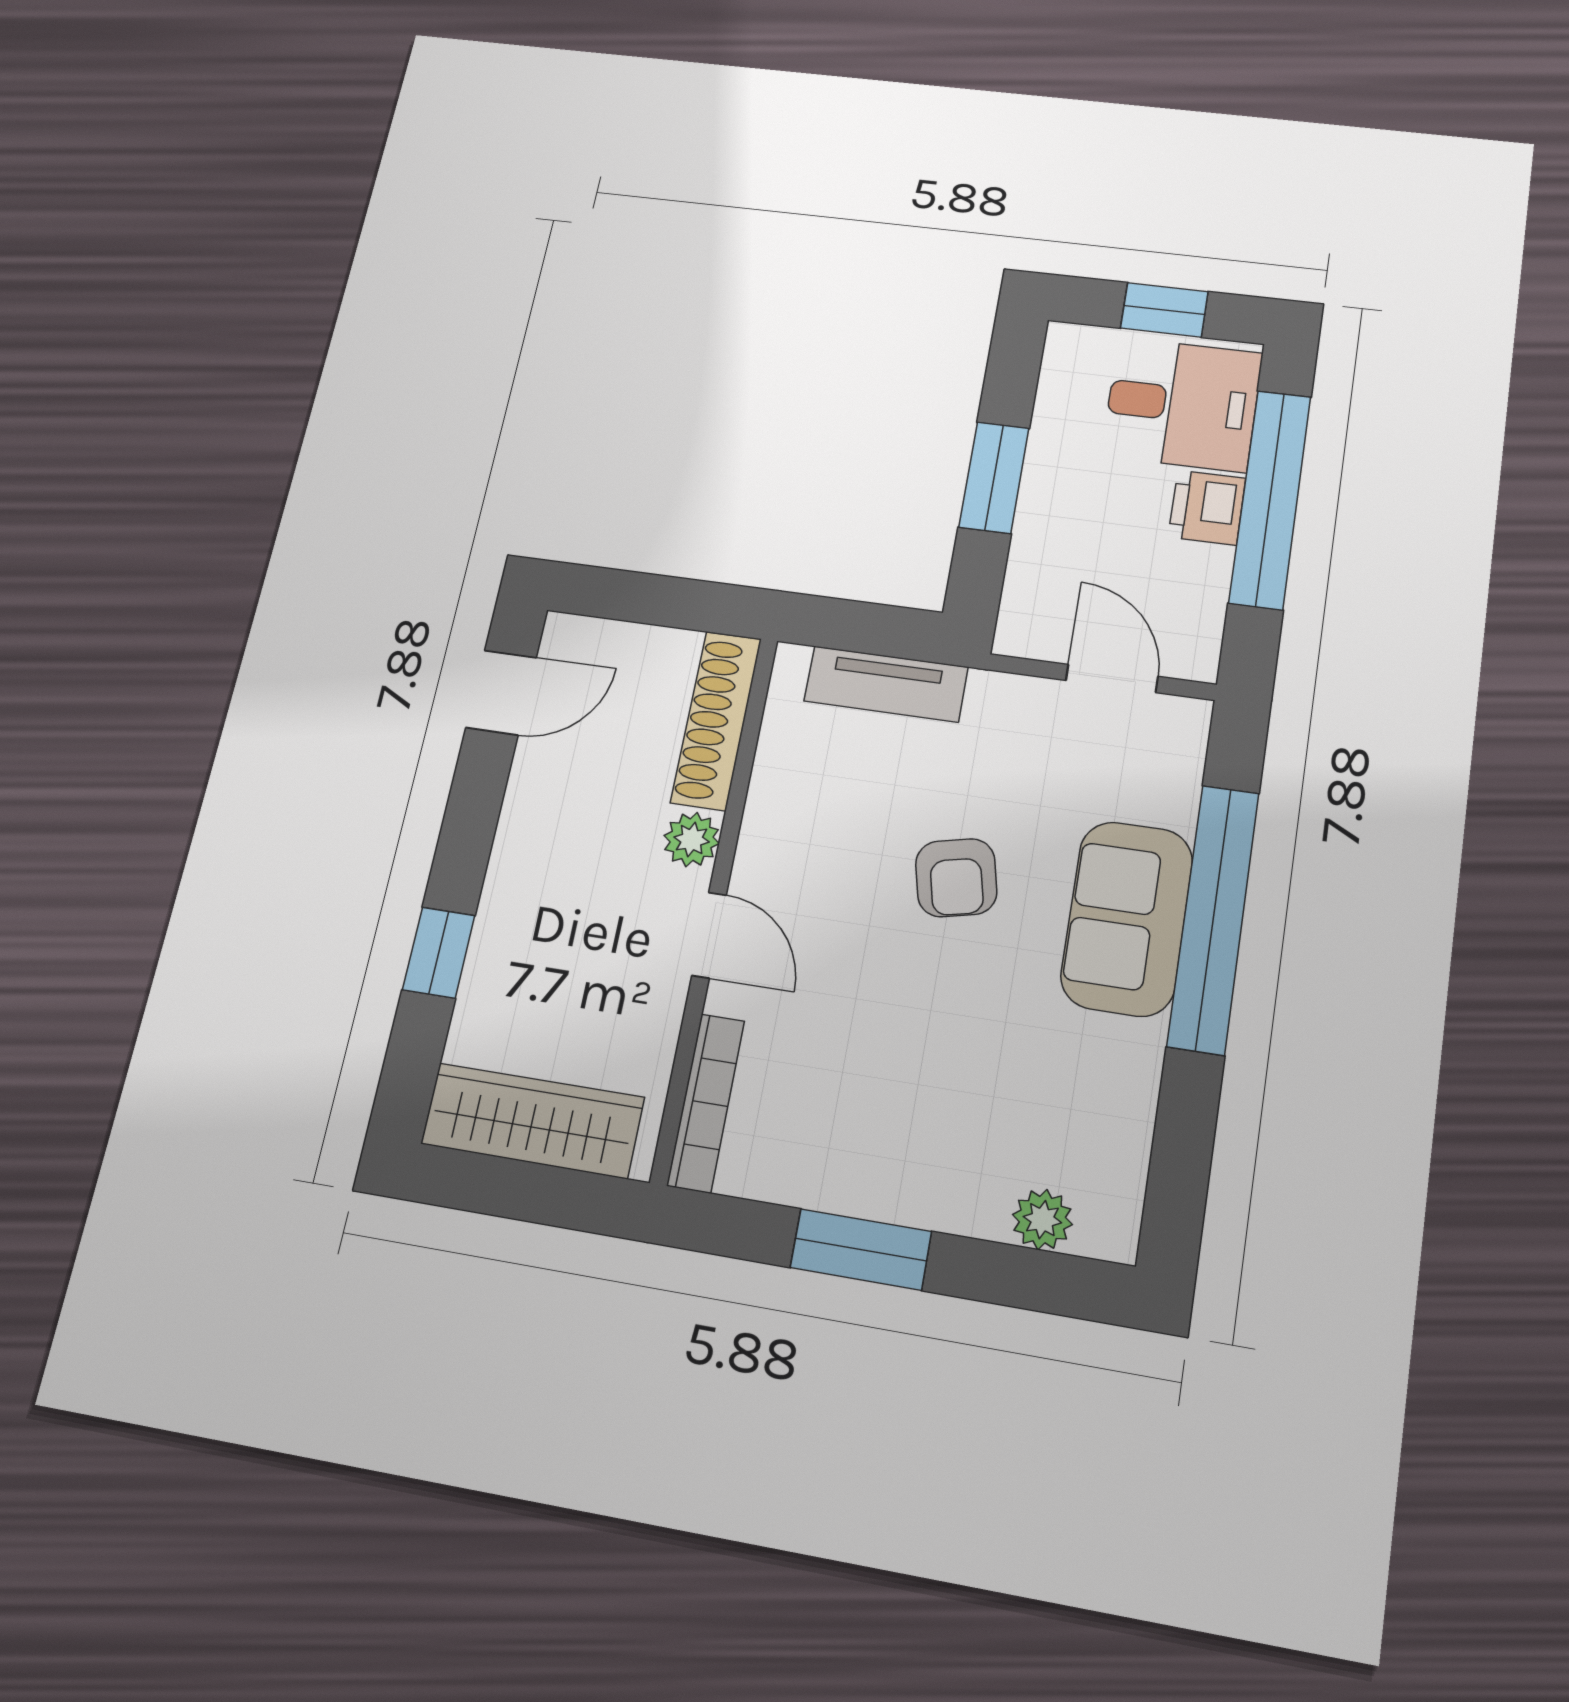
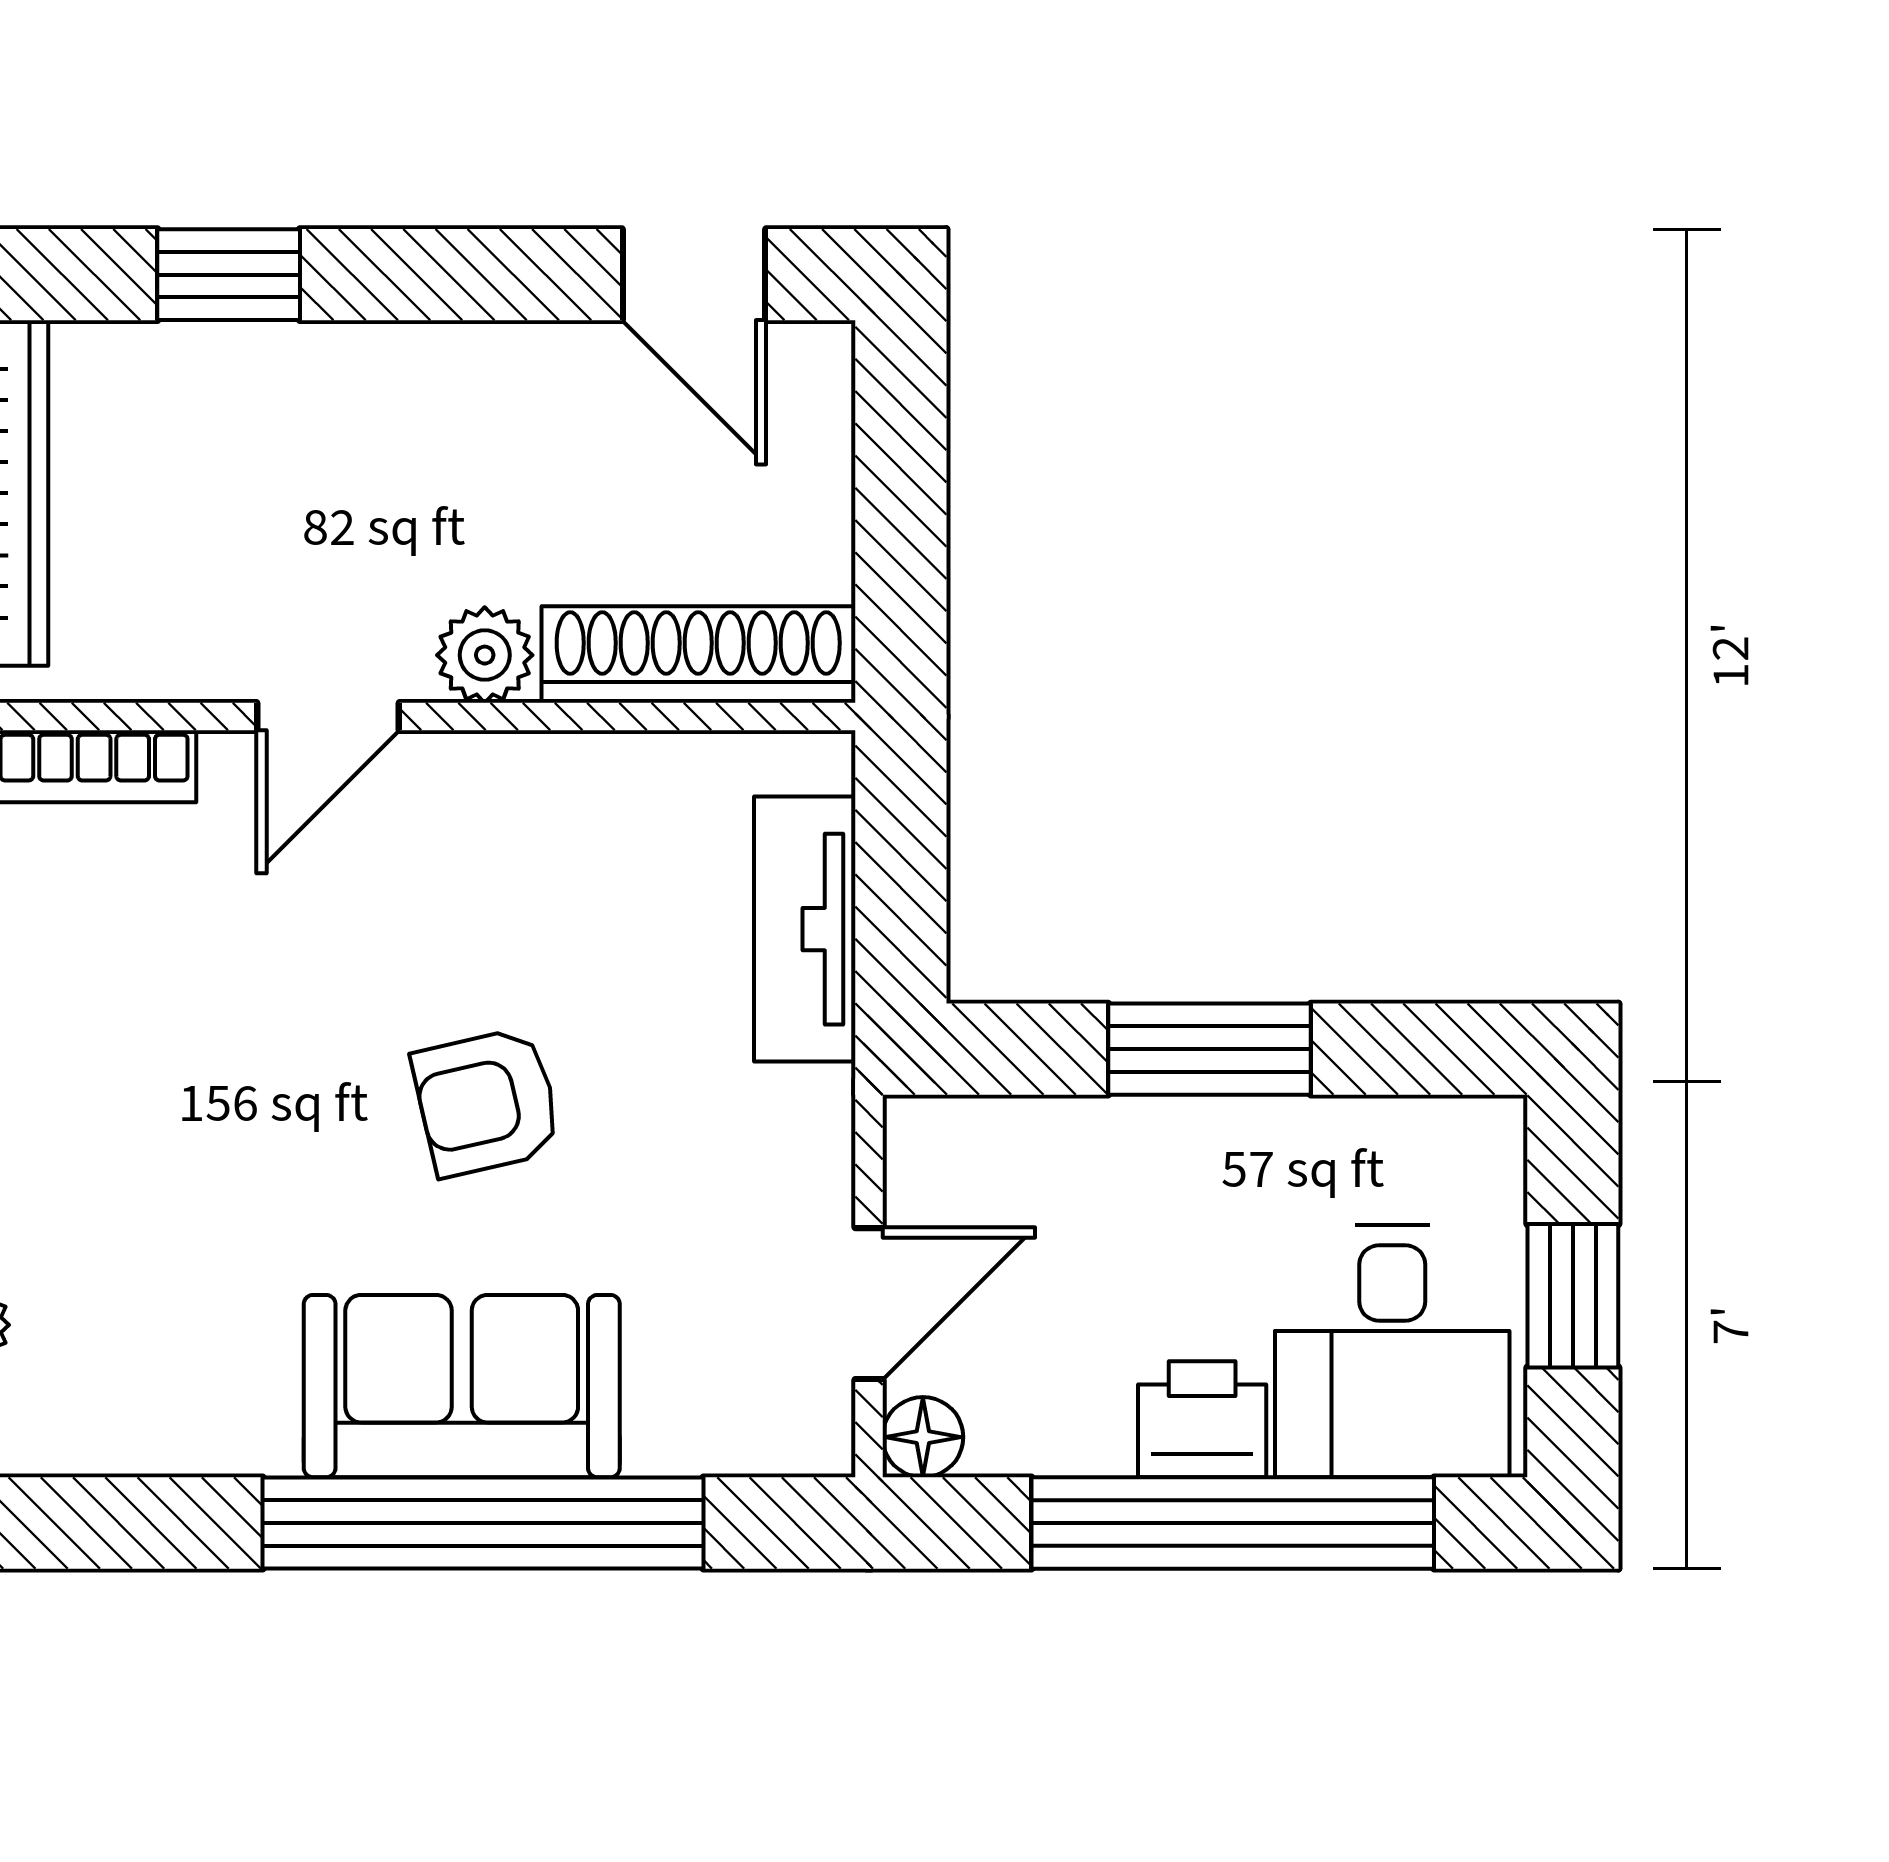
floor lamp: (1196, 659) -> (923, 1437), added

